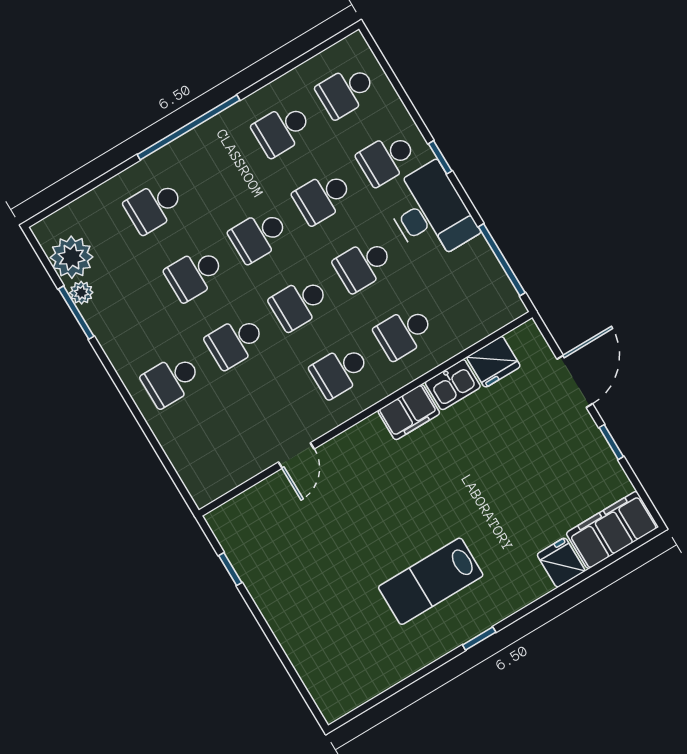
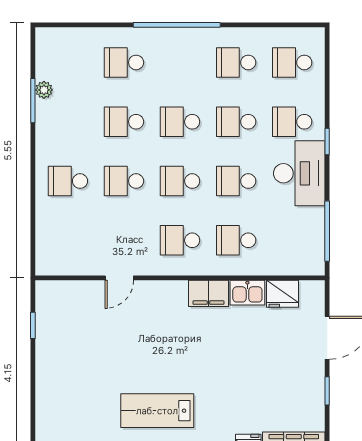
plant: (71, 257) -> (51, 63), removed

